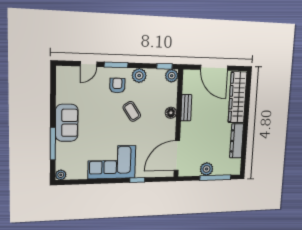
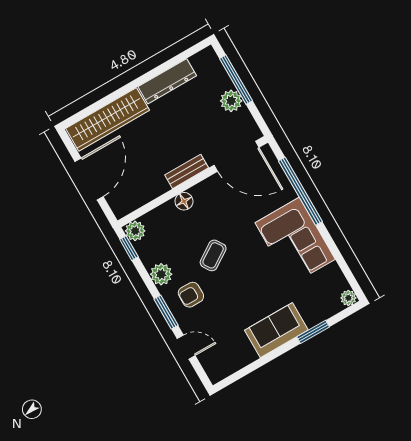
bench: (186, 108) -> (187, 171), moved
window: (53, 144) -> (313, 332), width x0.69
window: (137, 180) -> (300, 191), width x3.17

